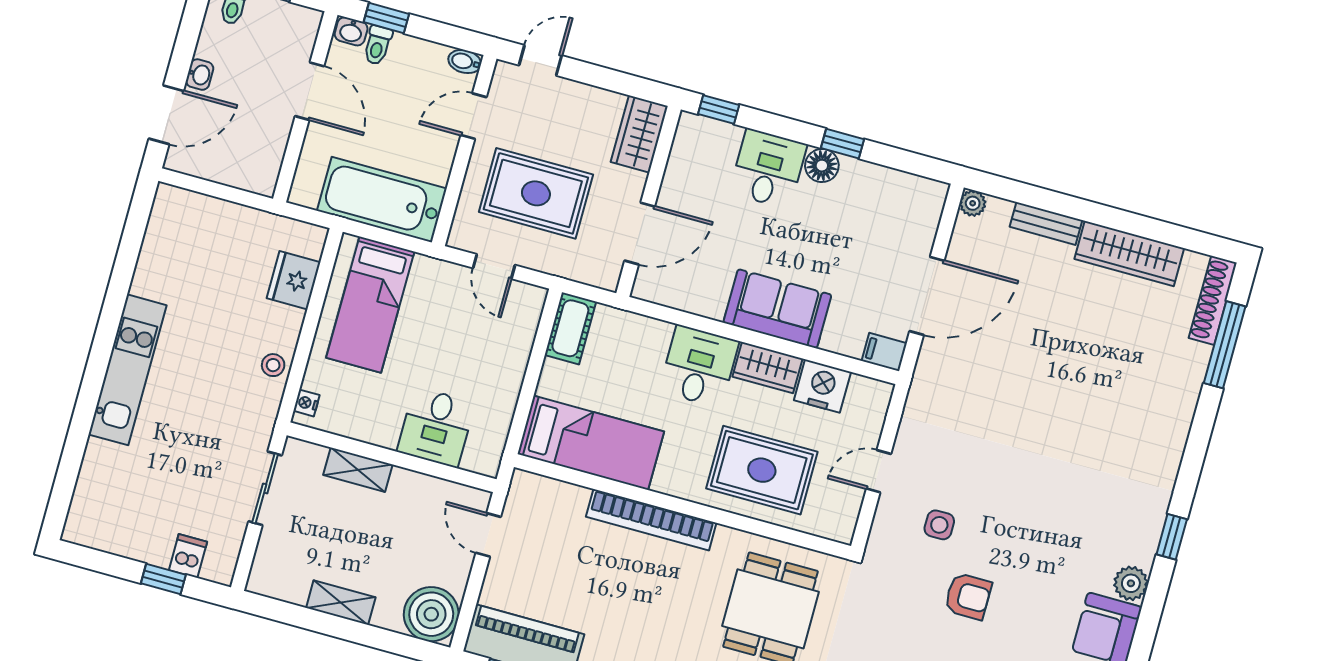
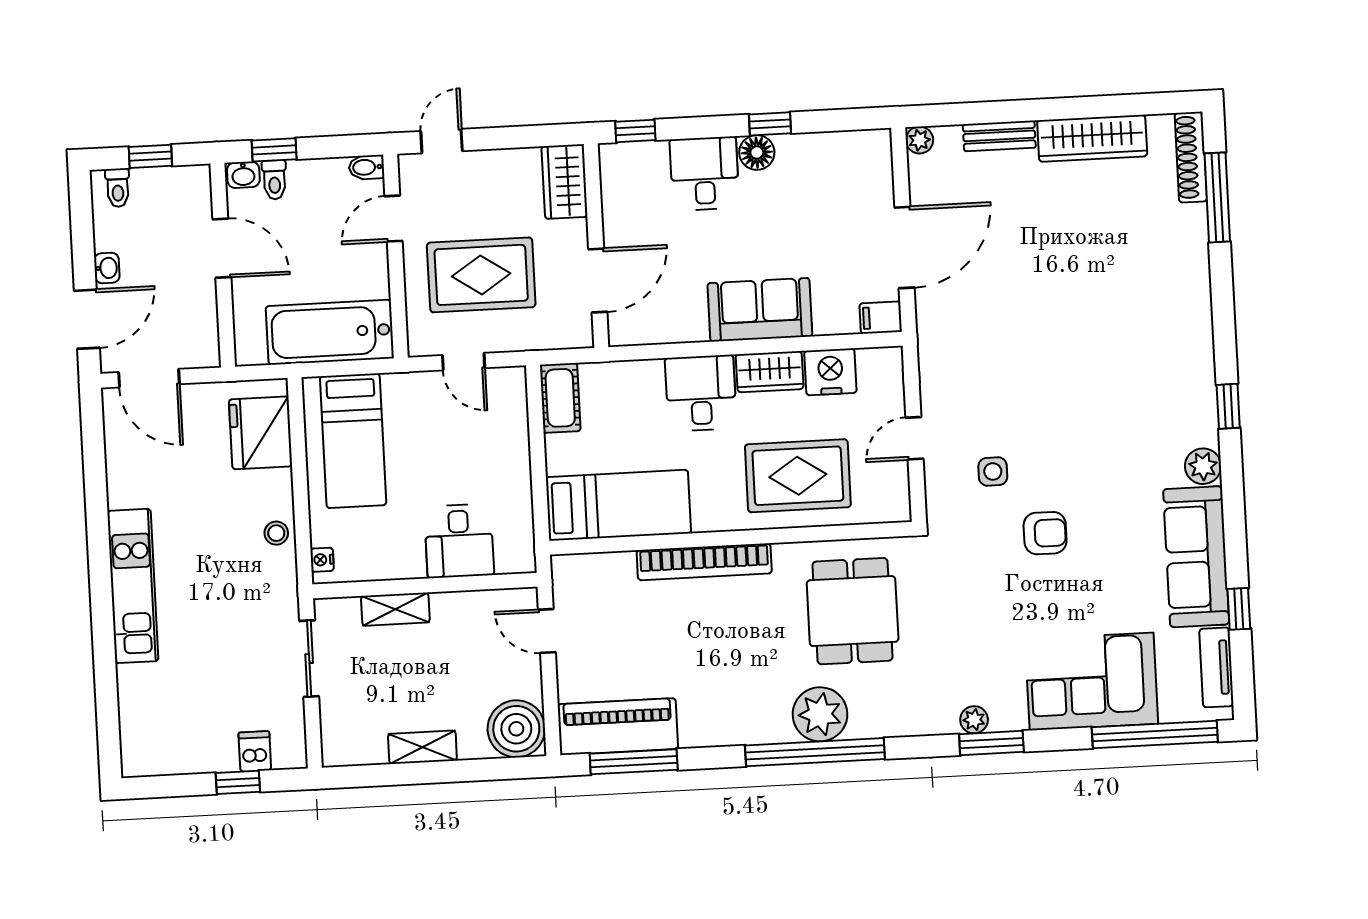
door: (205, 187) -> (149, 378), added
fridge: (294, 280) -> (261, 433), width x1.36, depth x1.34

